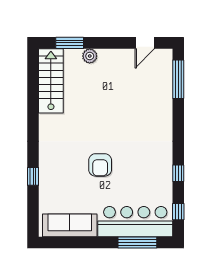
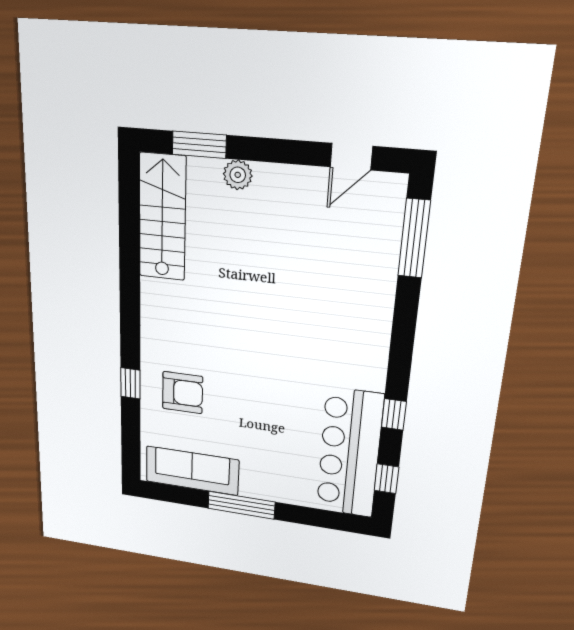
armchair: (100, 165) -> (183, 393), moved, turned -90
bar counter: (135, 222) -> (350, 453), moved, turned -90
window: (137, 242) -> (241, 505), moved

